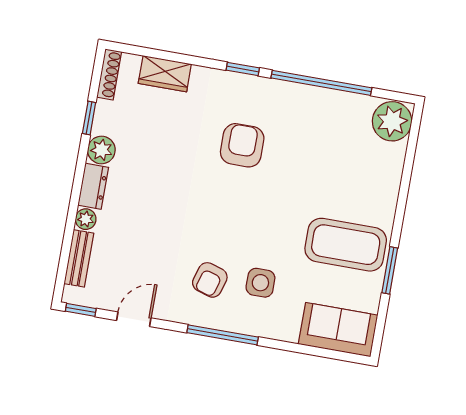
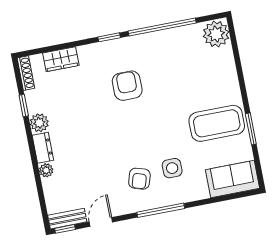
bench: (79, 258) -> (67, 219), moved, turned 90

